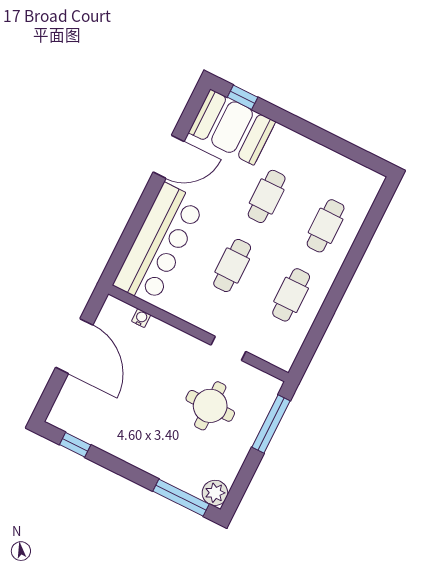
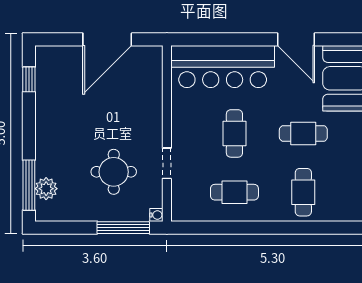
cafe table: (326, 226) -> (303, 192), turned 90
cafe table: (232, 266) -> (234, 133), turned 90
water cooler: (141, 318) -> (156, 215), moved
plant: (215, 493) -> (46, 189), moved

